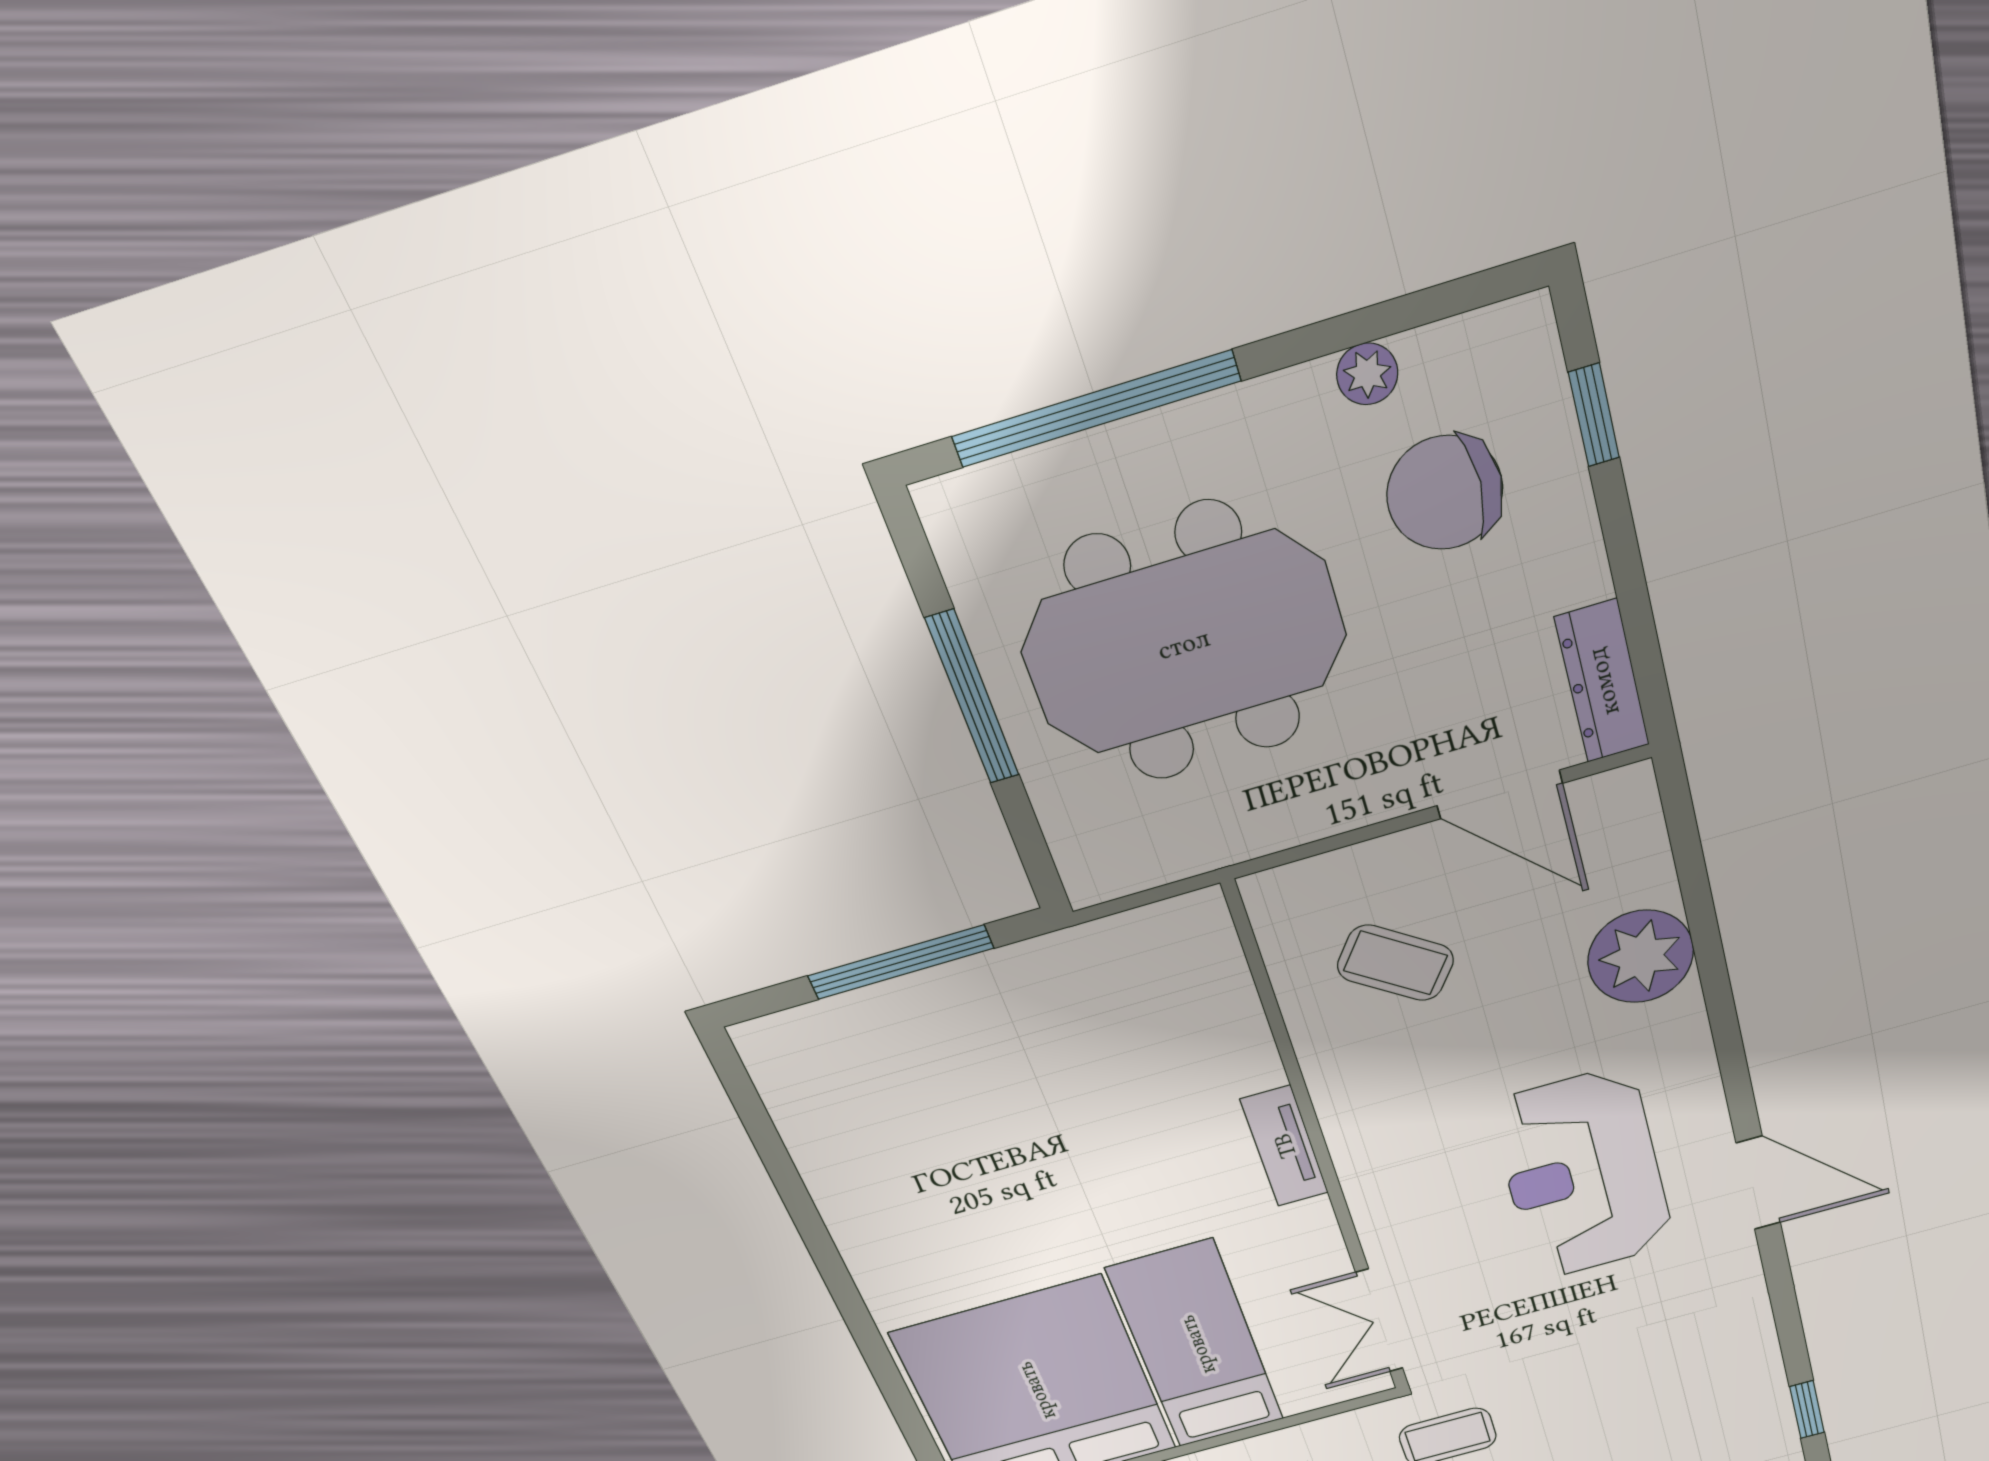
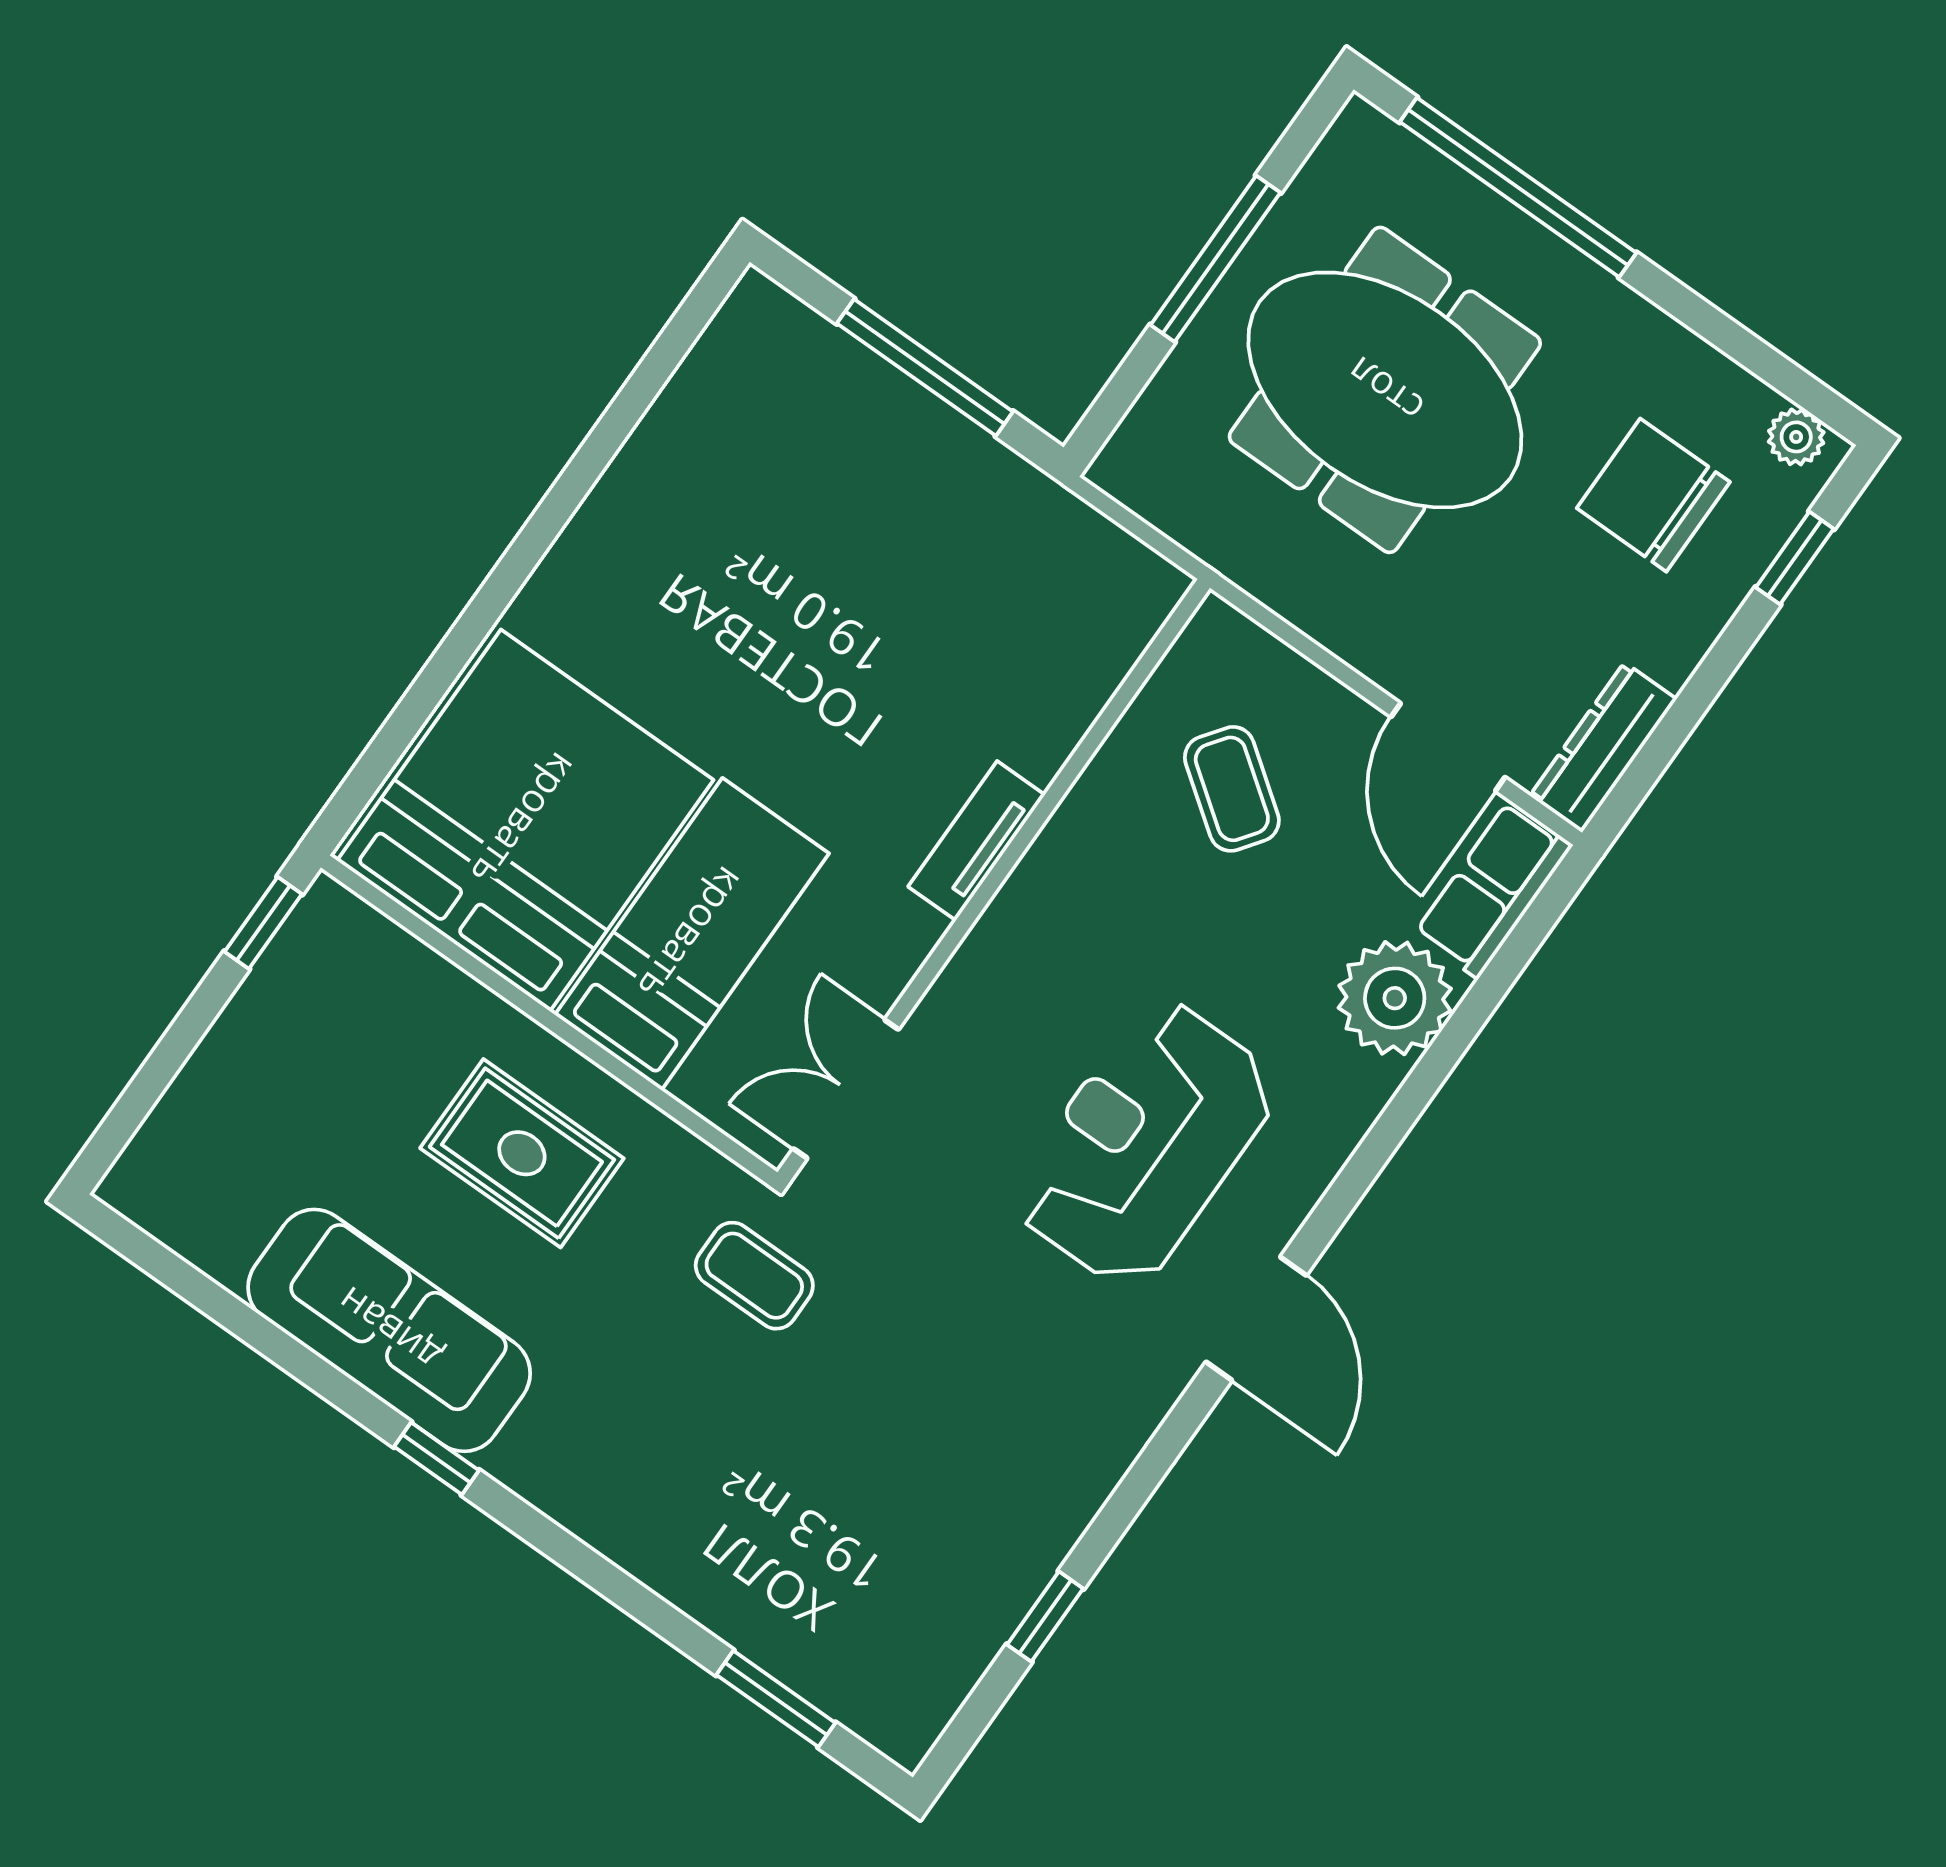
plant: (1367, 374) -> (1796, 437), moved
row of seats: (1630, 837) -> (1493, 889), added

